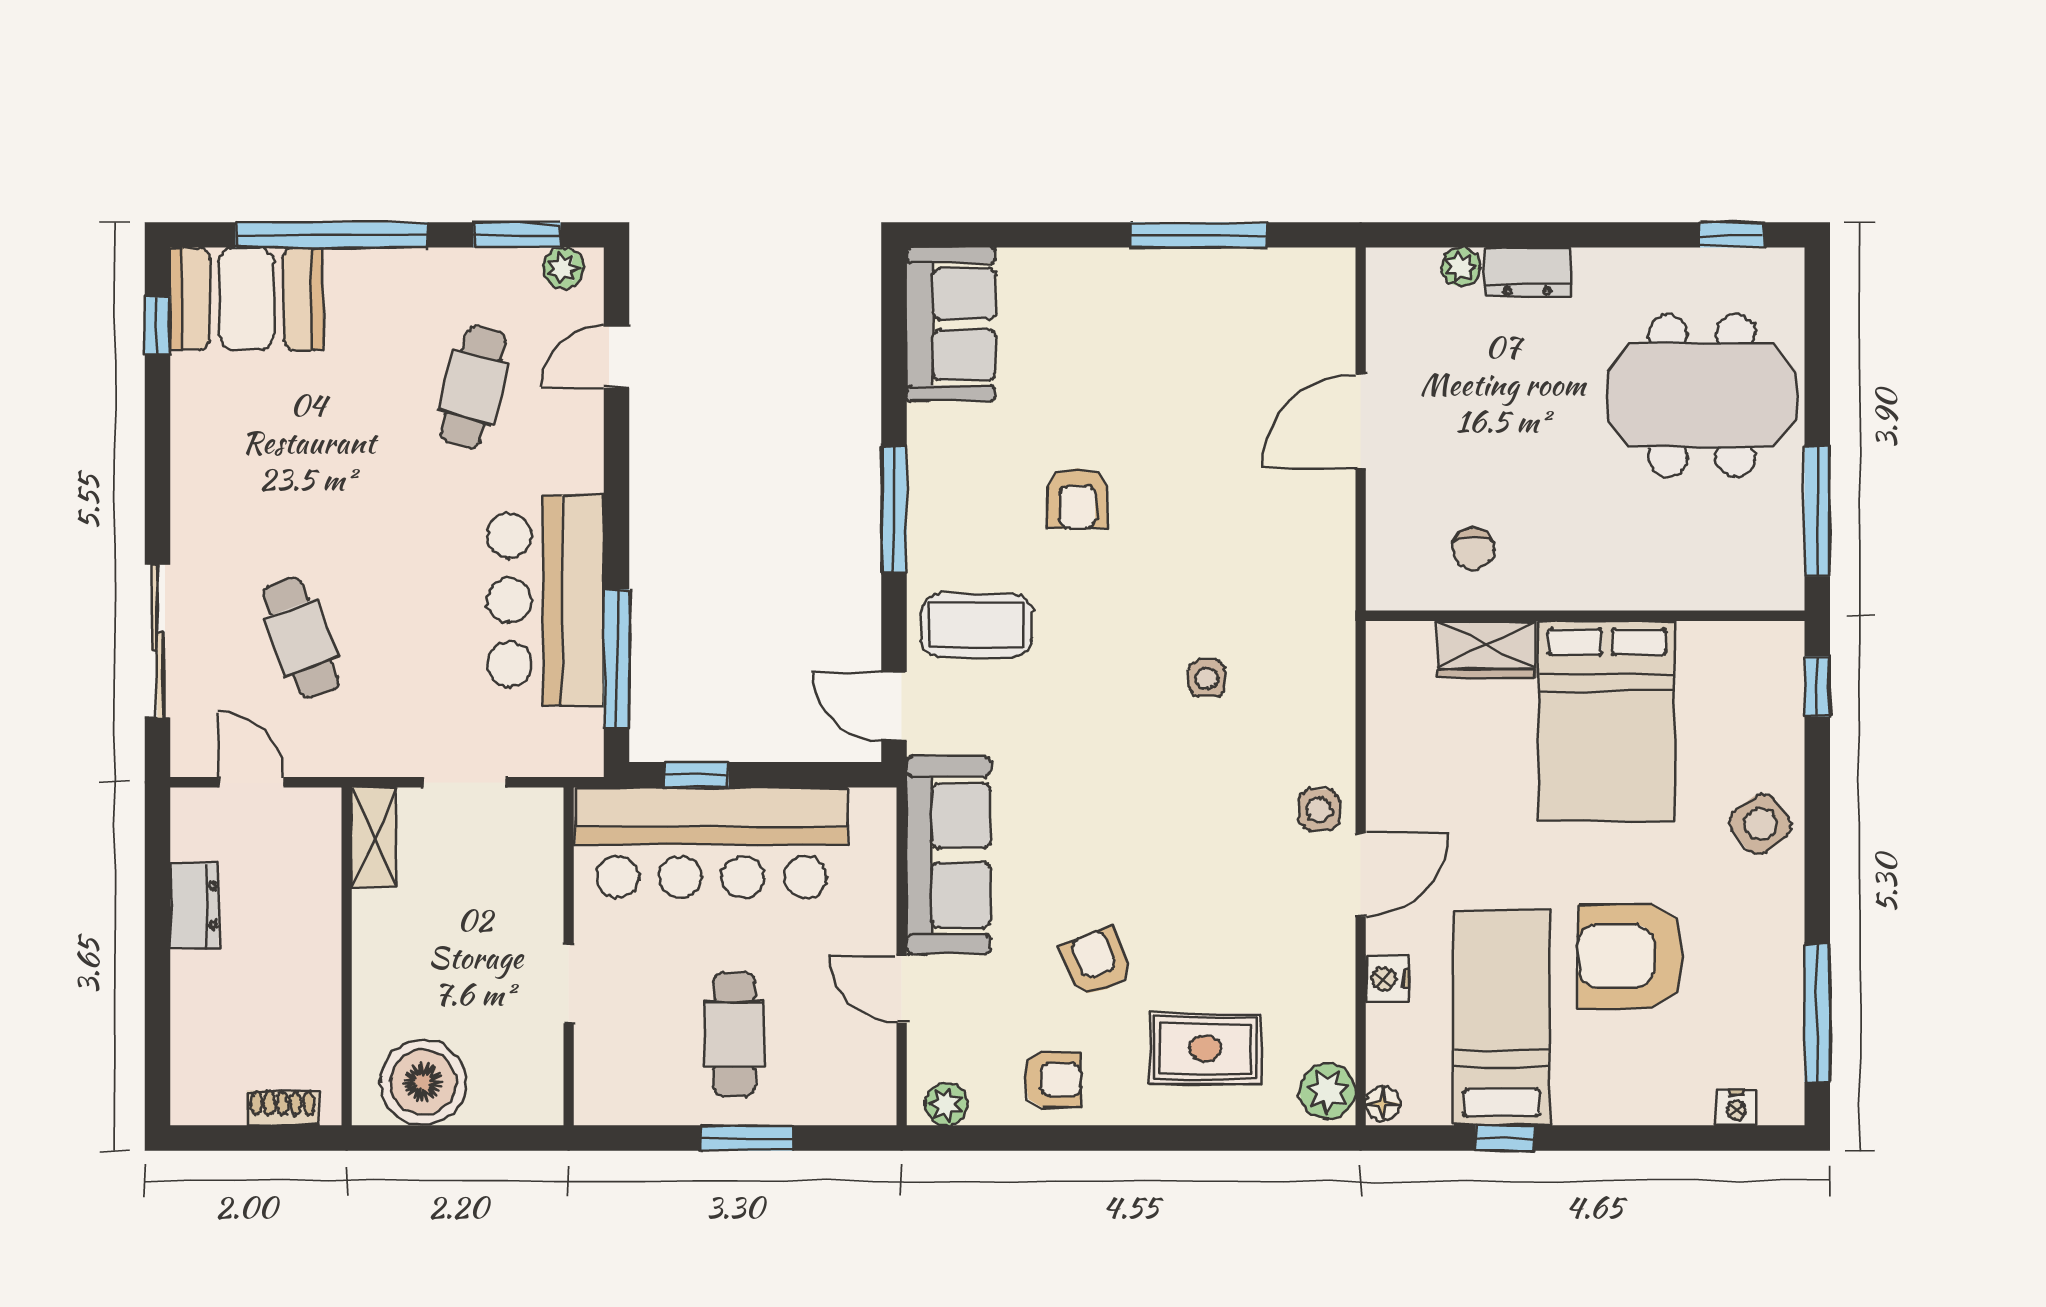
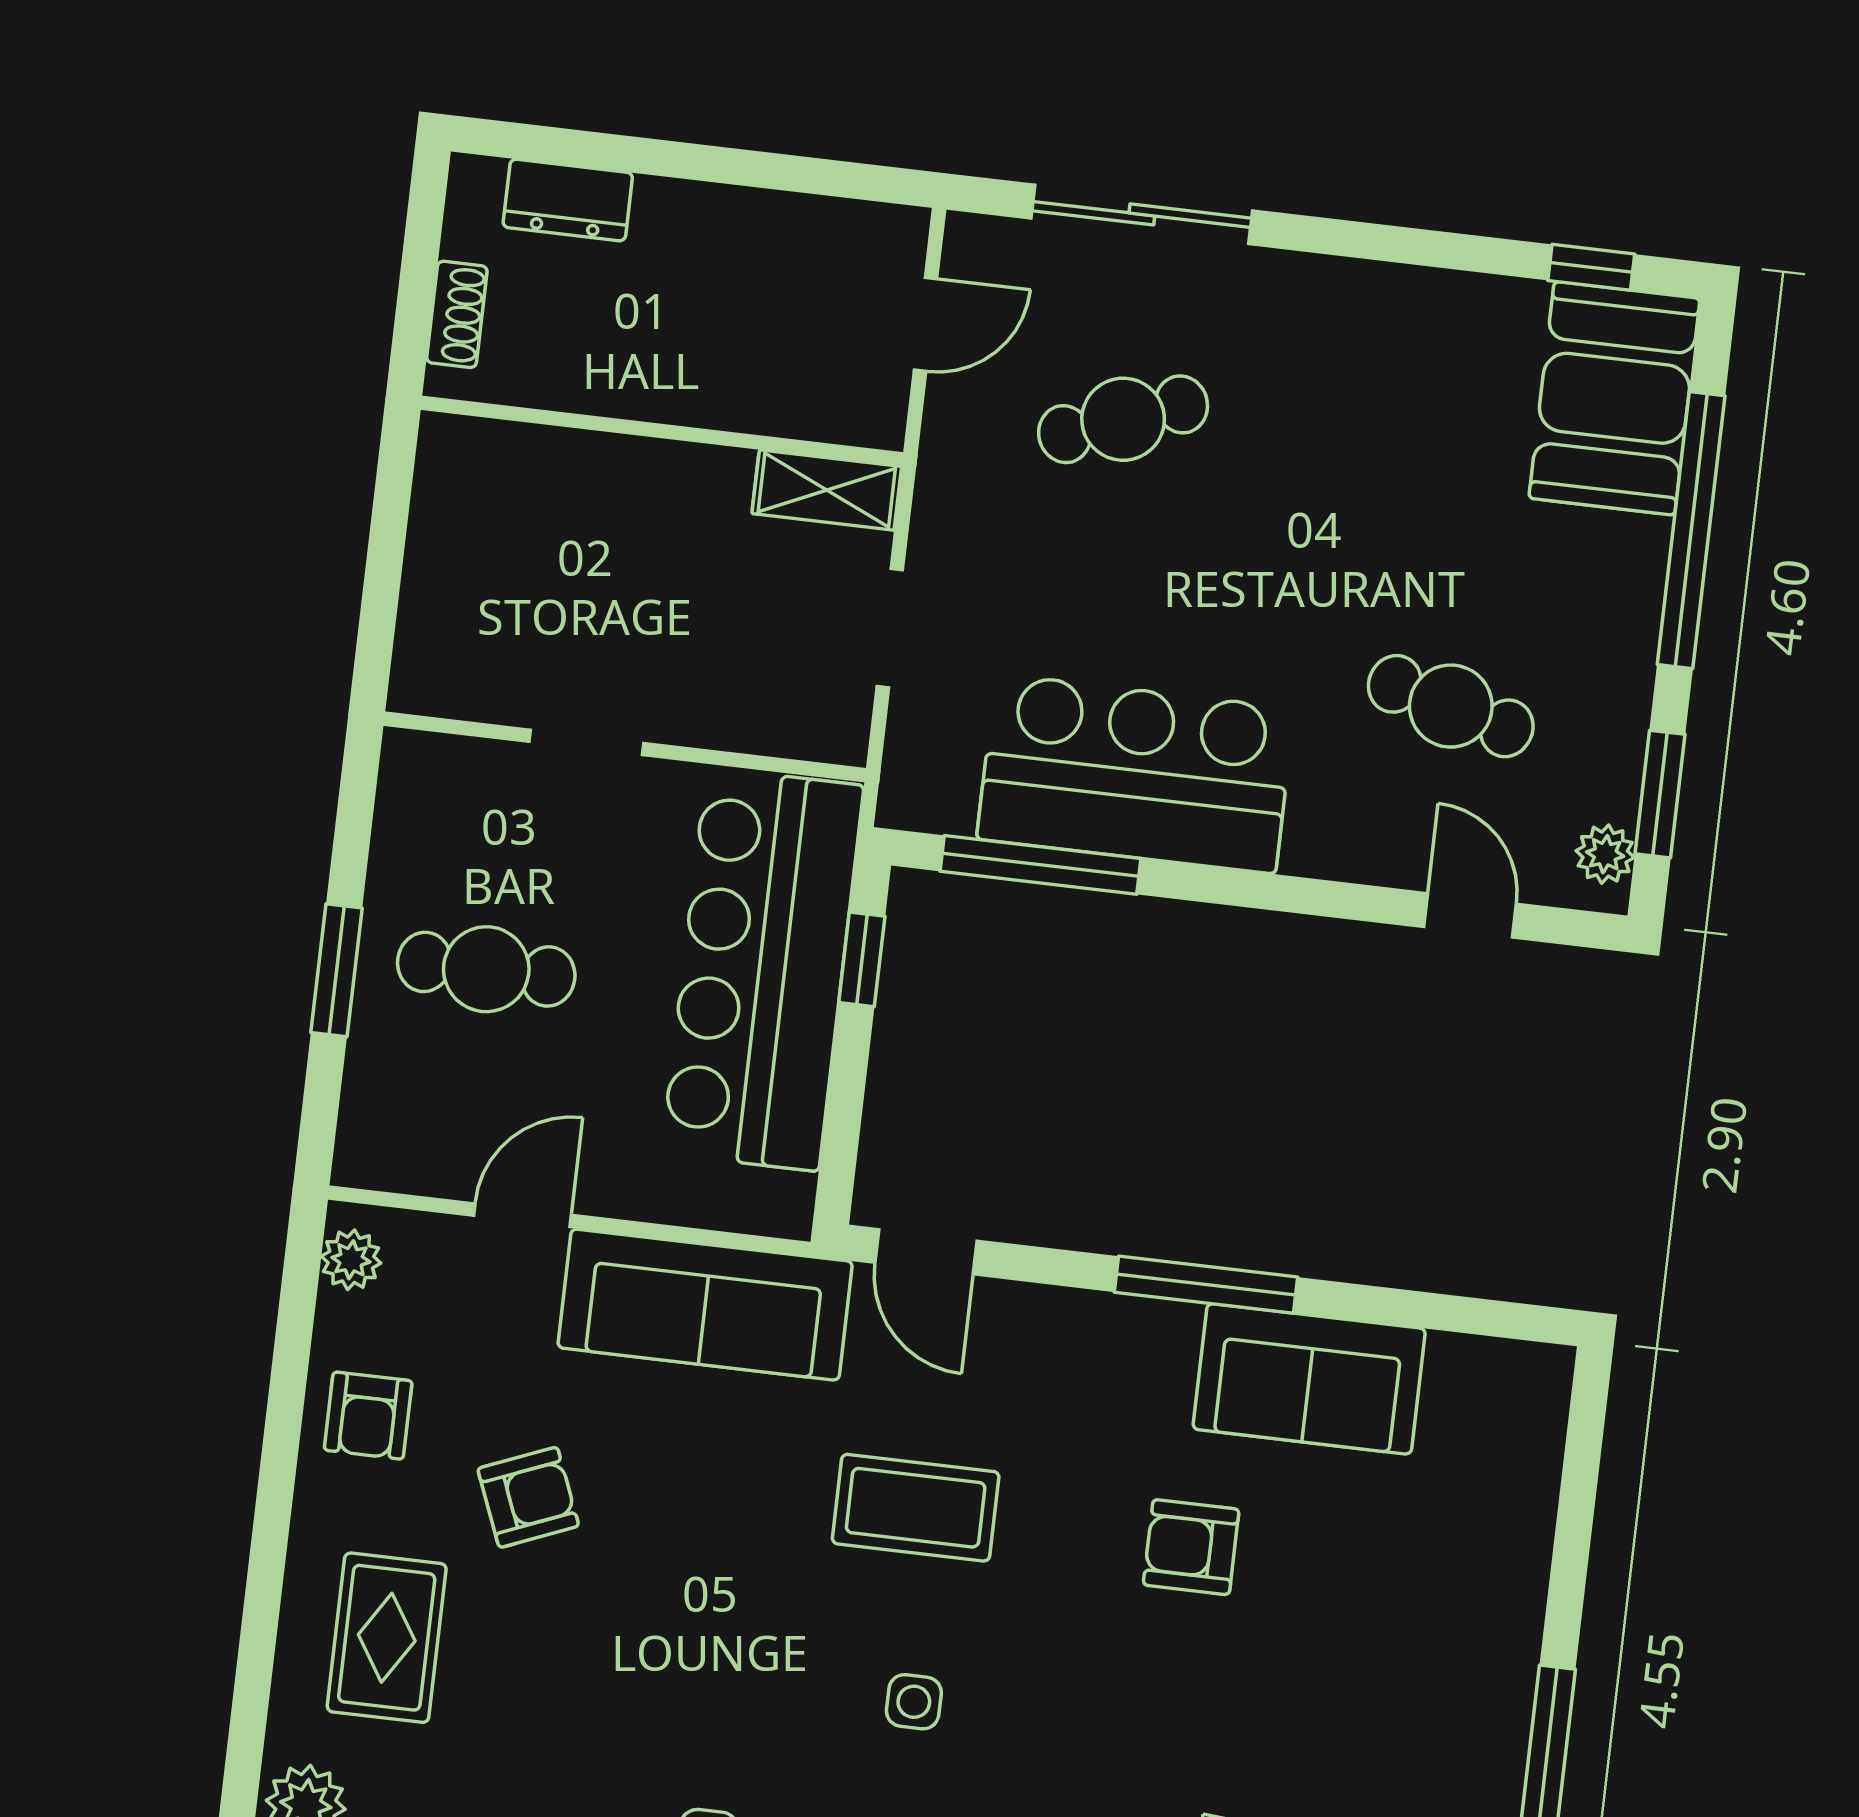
sofa: (951, 324) -> (1309, 1379), moved
coffee table: (977, 625) -> (916, 1508), moved, turned 90
door: (894, 706) -> (926, 1252), swing flipped
dresser: (194, 906) -> (568, 200), moved
boiler: (423, 1082) -> (470, 519), removed

